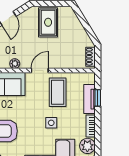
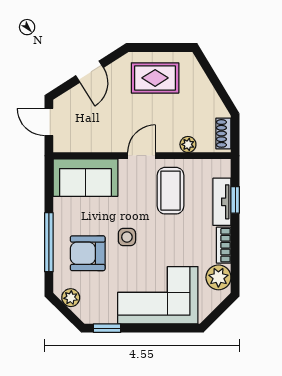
rug: (48, 22) -> (155, 78), turned 90
plant: (15, 64) -> (188, 144), moved
side table: (51, 123) -> (127, 237), moved

